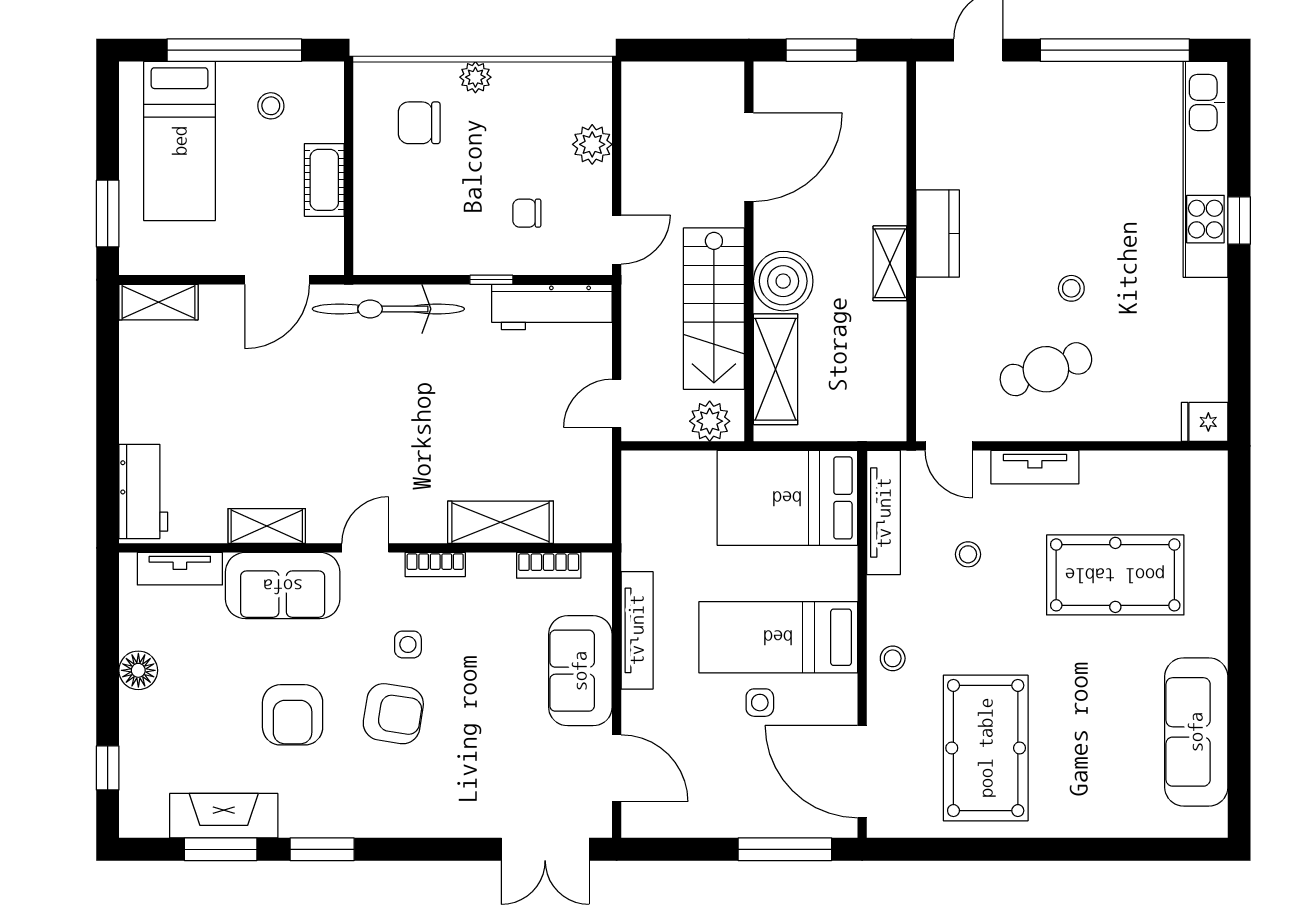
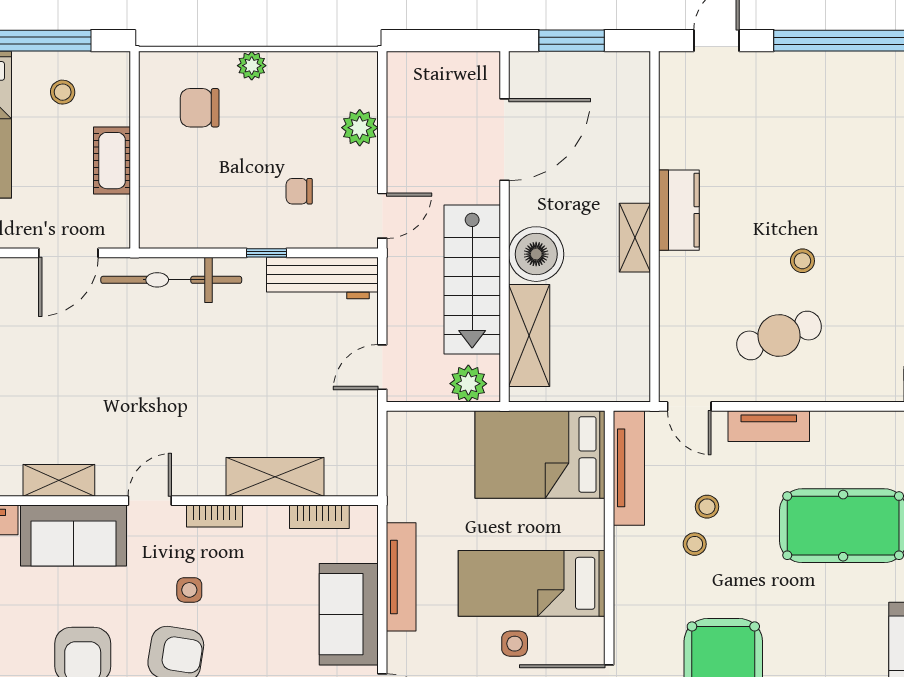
stool: (893, 658) -> (695, 544), moved

